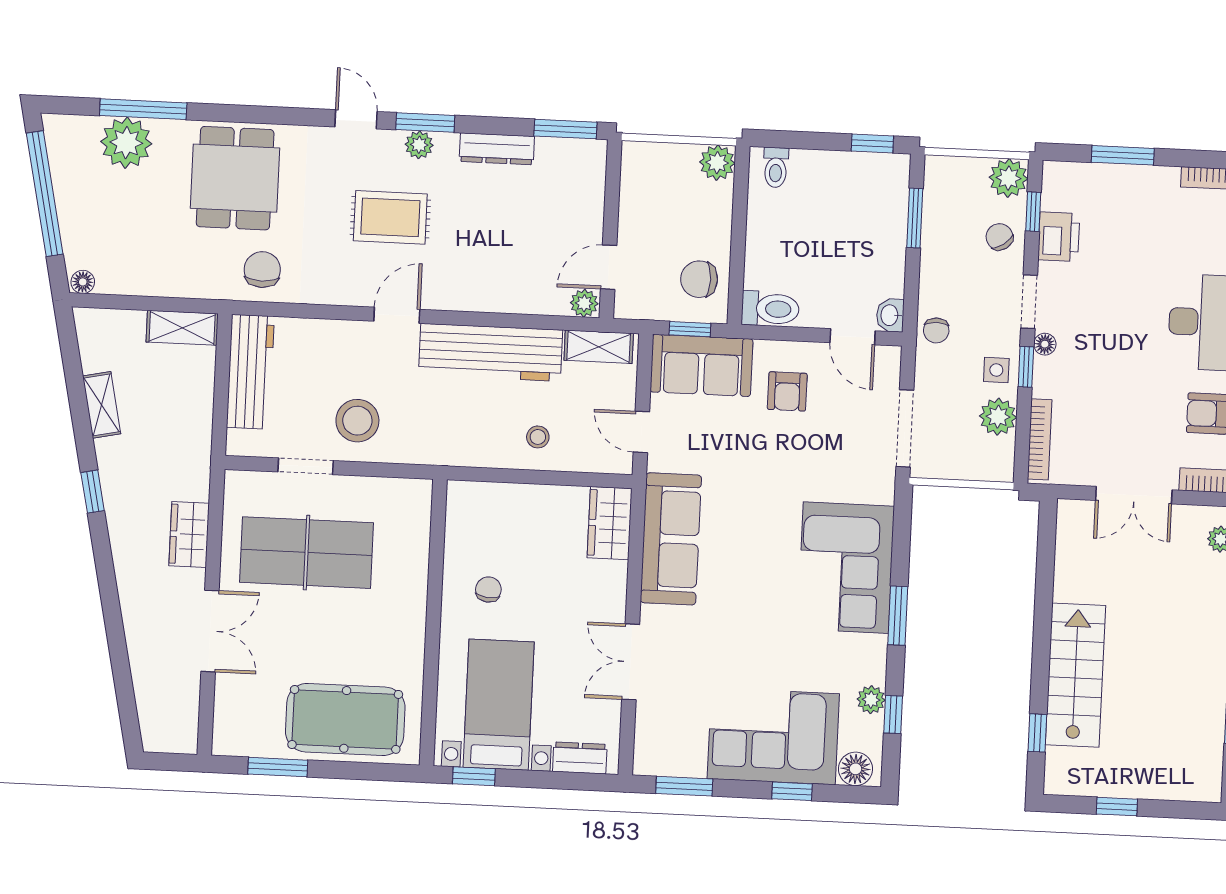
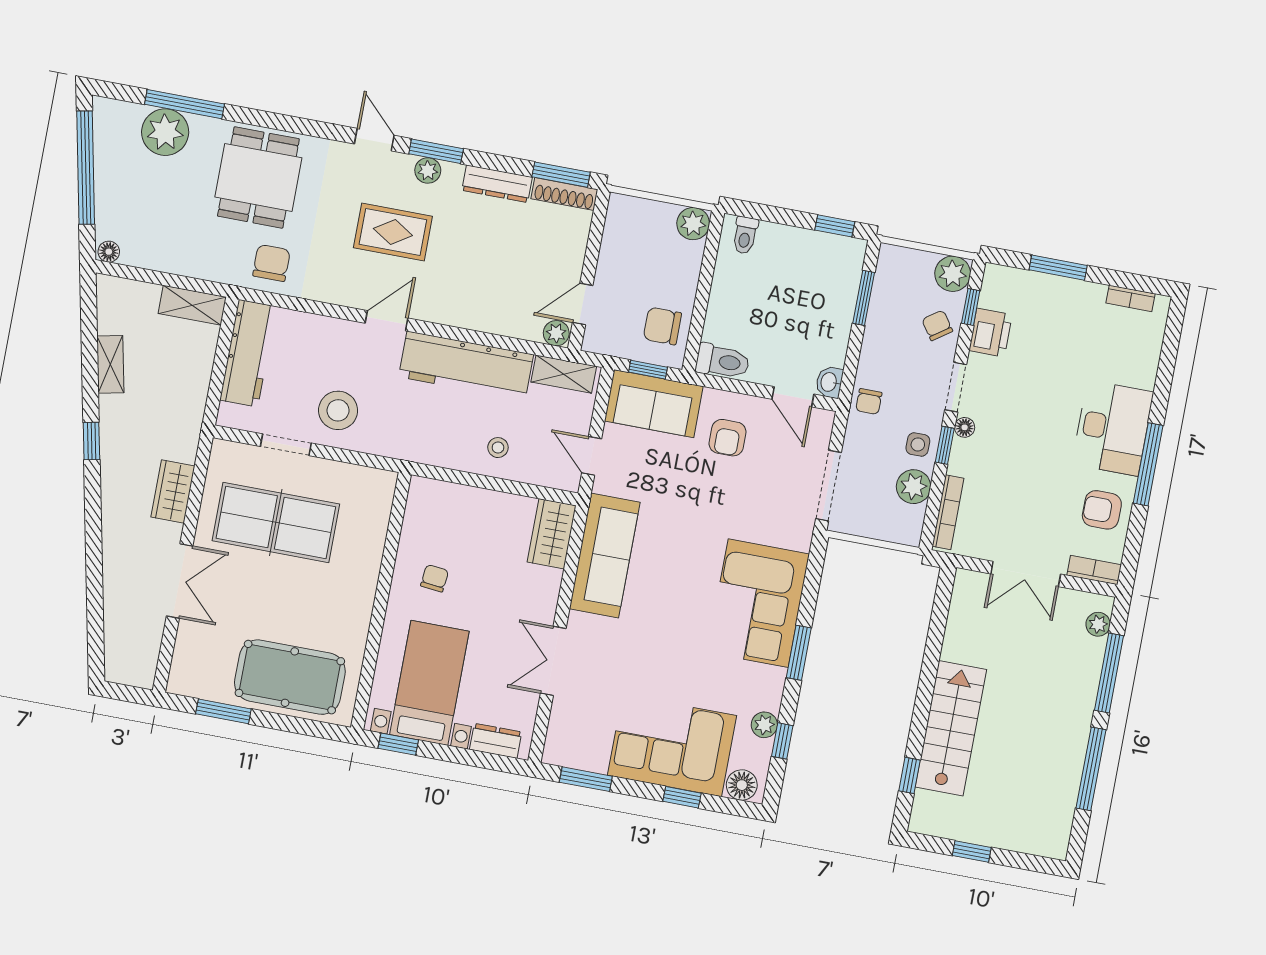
shoe rack: (572, 150) -> (564, 194), added

